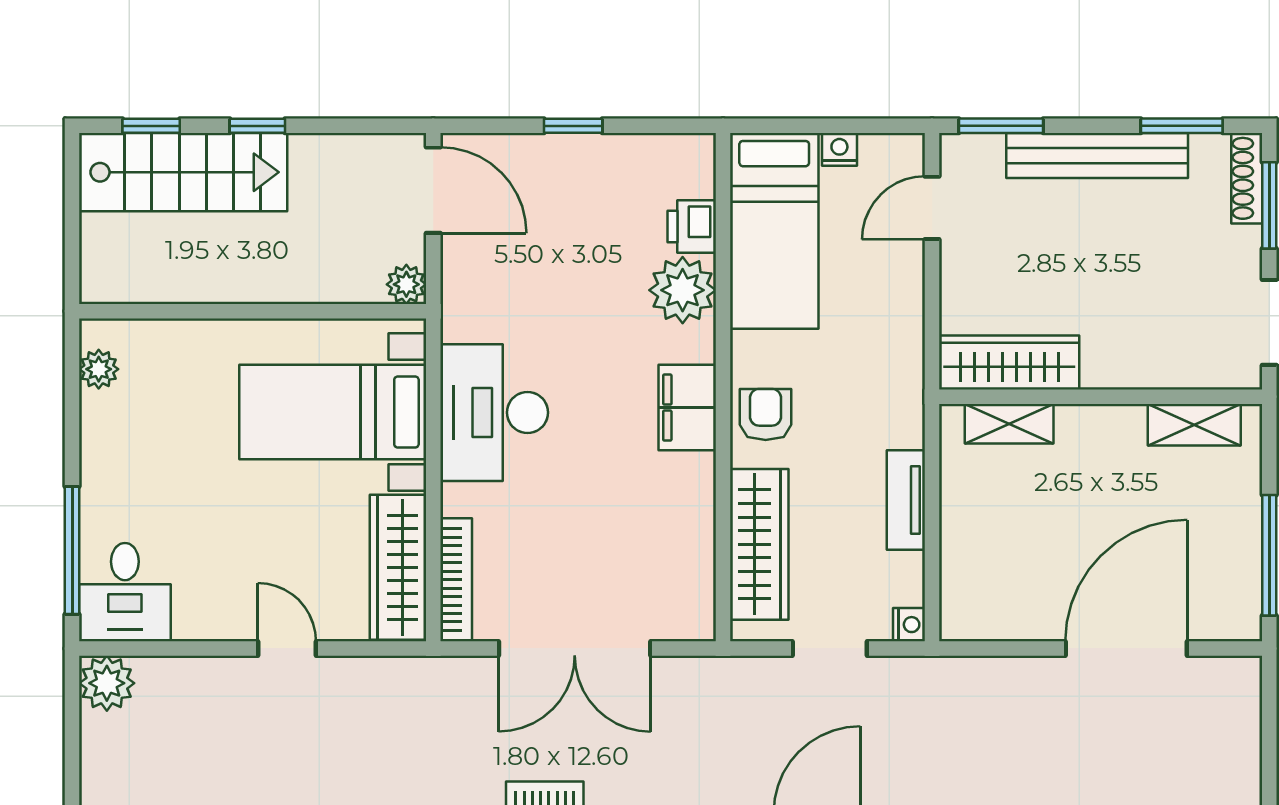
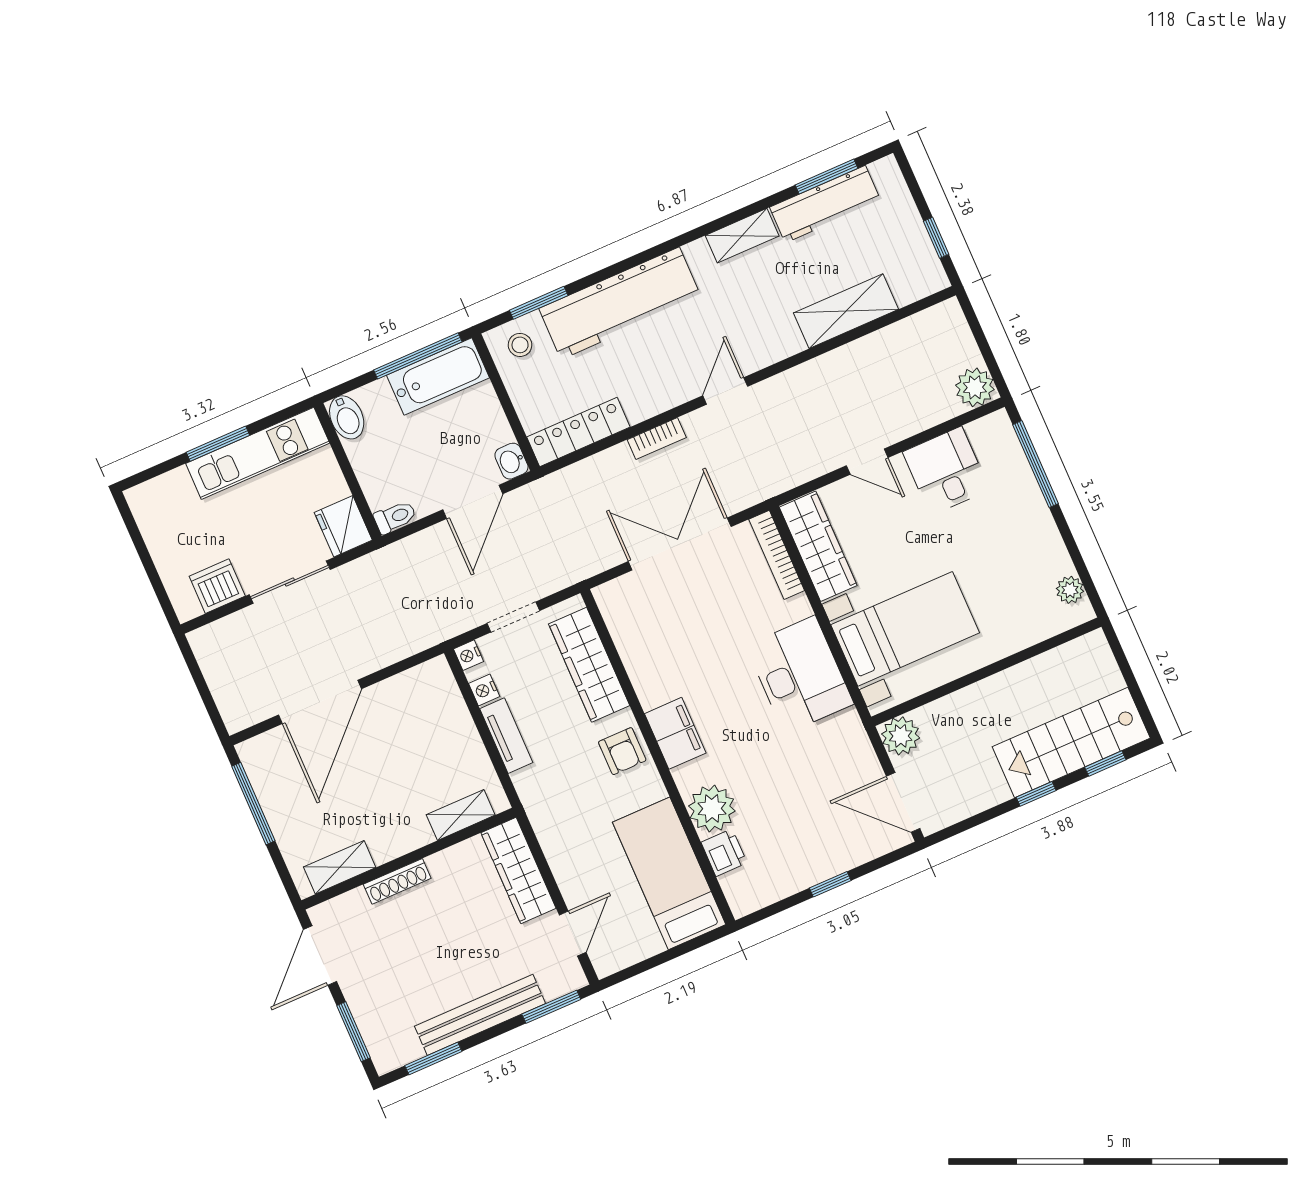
nightstand: (839, 149) -> (484, 690), moved, turned 90
shoe rack: (1247, 178) -> (397, 881), moved, turned 90
plant: (406, 284) -> (901, 736), width x1.38, depth x1.38
wardrobe: (1009, 362) -> (519, 871), moved, turned 90
desk: (125, 592) -> (946, 471), moved

